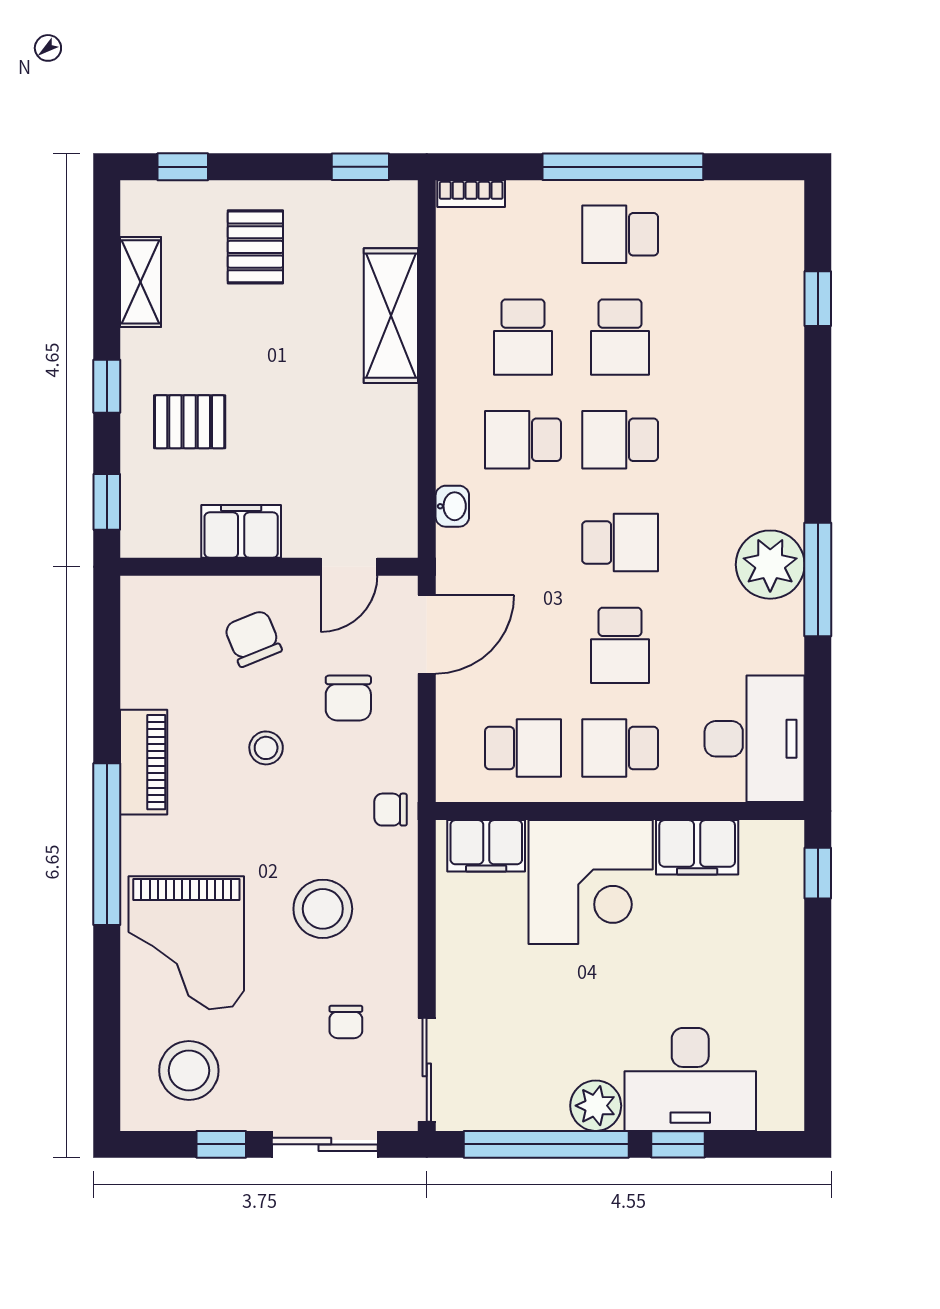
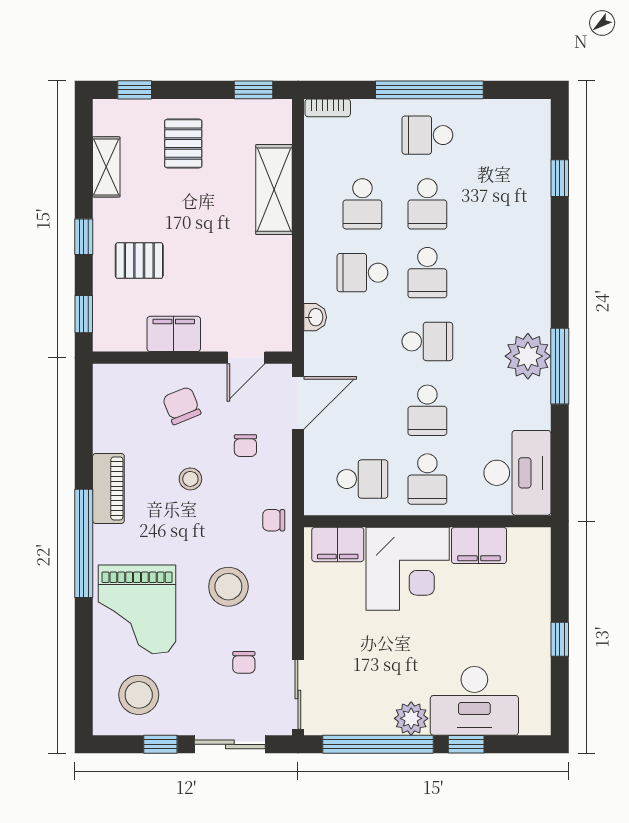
school desk: (620, 440) -> (427, 273), turned -90
chair: (348, 698) -> (245, 446), width x0.73, depth x0.73
school desk: (620, 748) -> (427, 479), turned -90
window: (818, 873) -> (560, 639), moved

